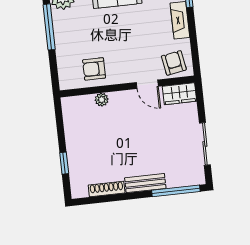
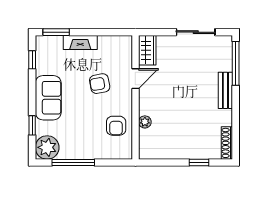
armchair: (174, 63) -> (100, 84), moved
shoe rack: (107, 189) -> (227, 143), moved

